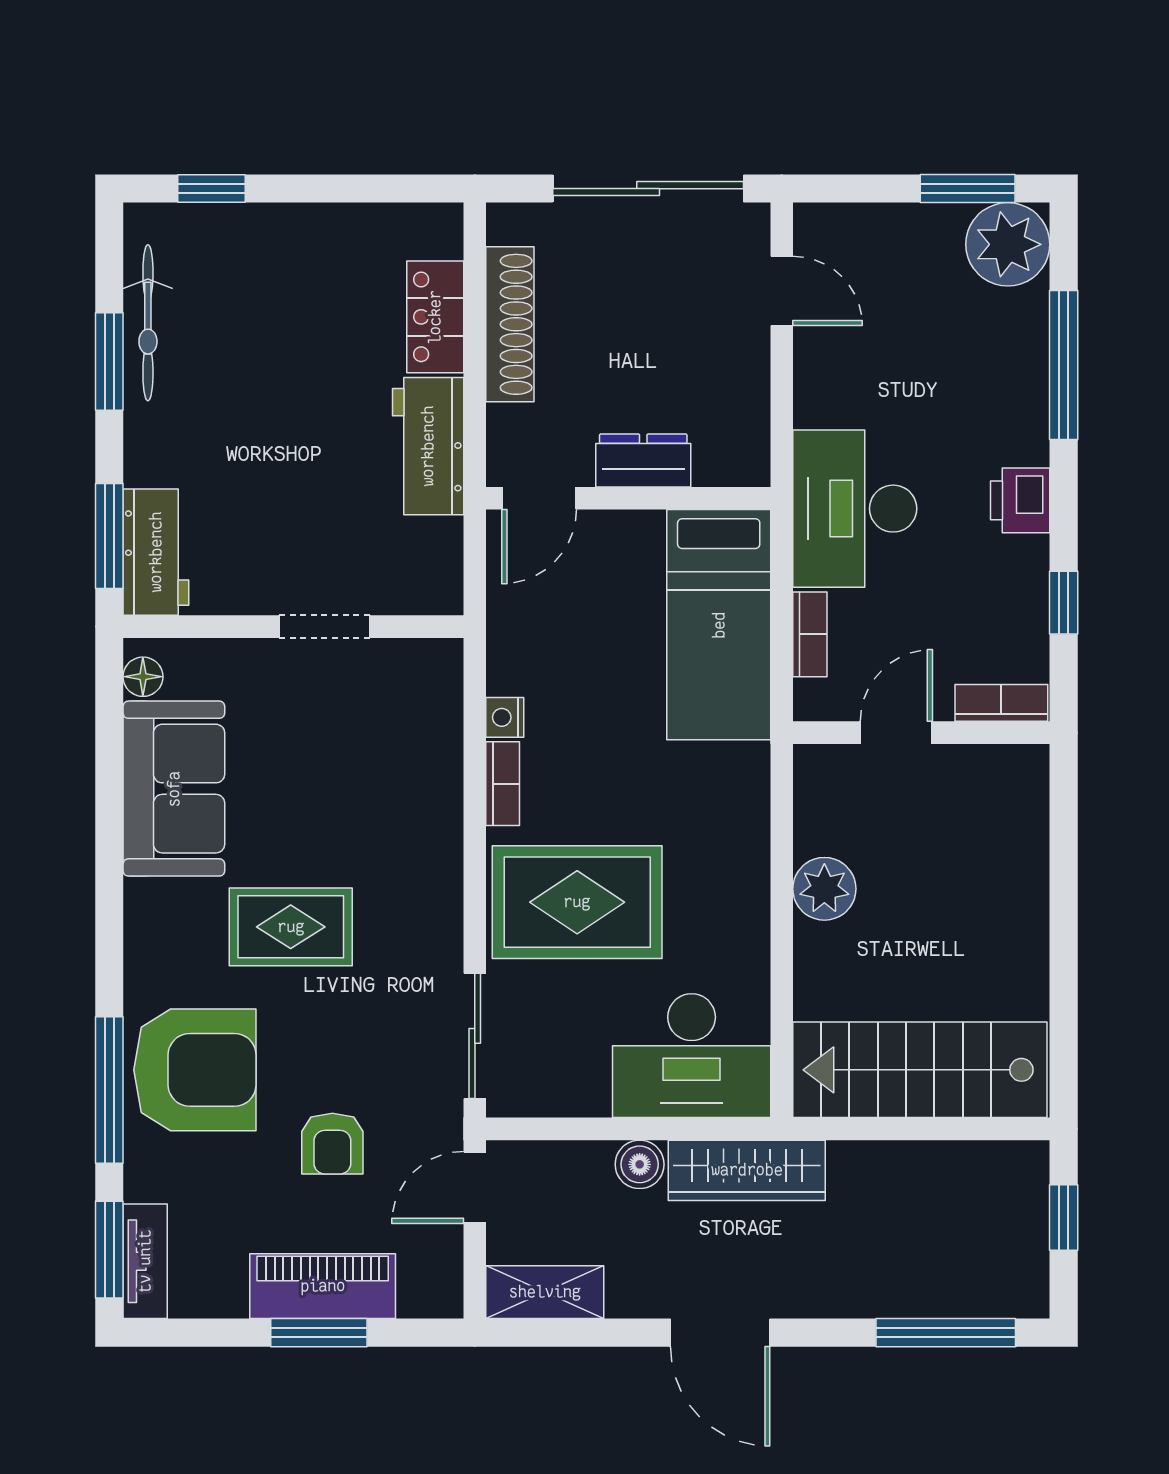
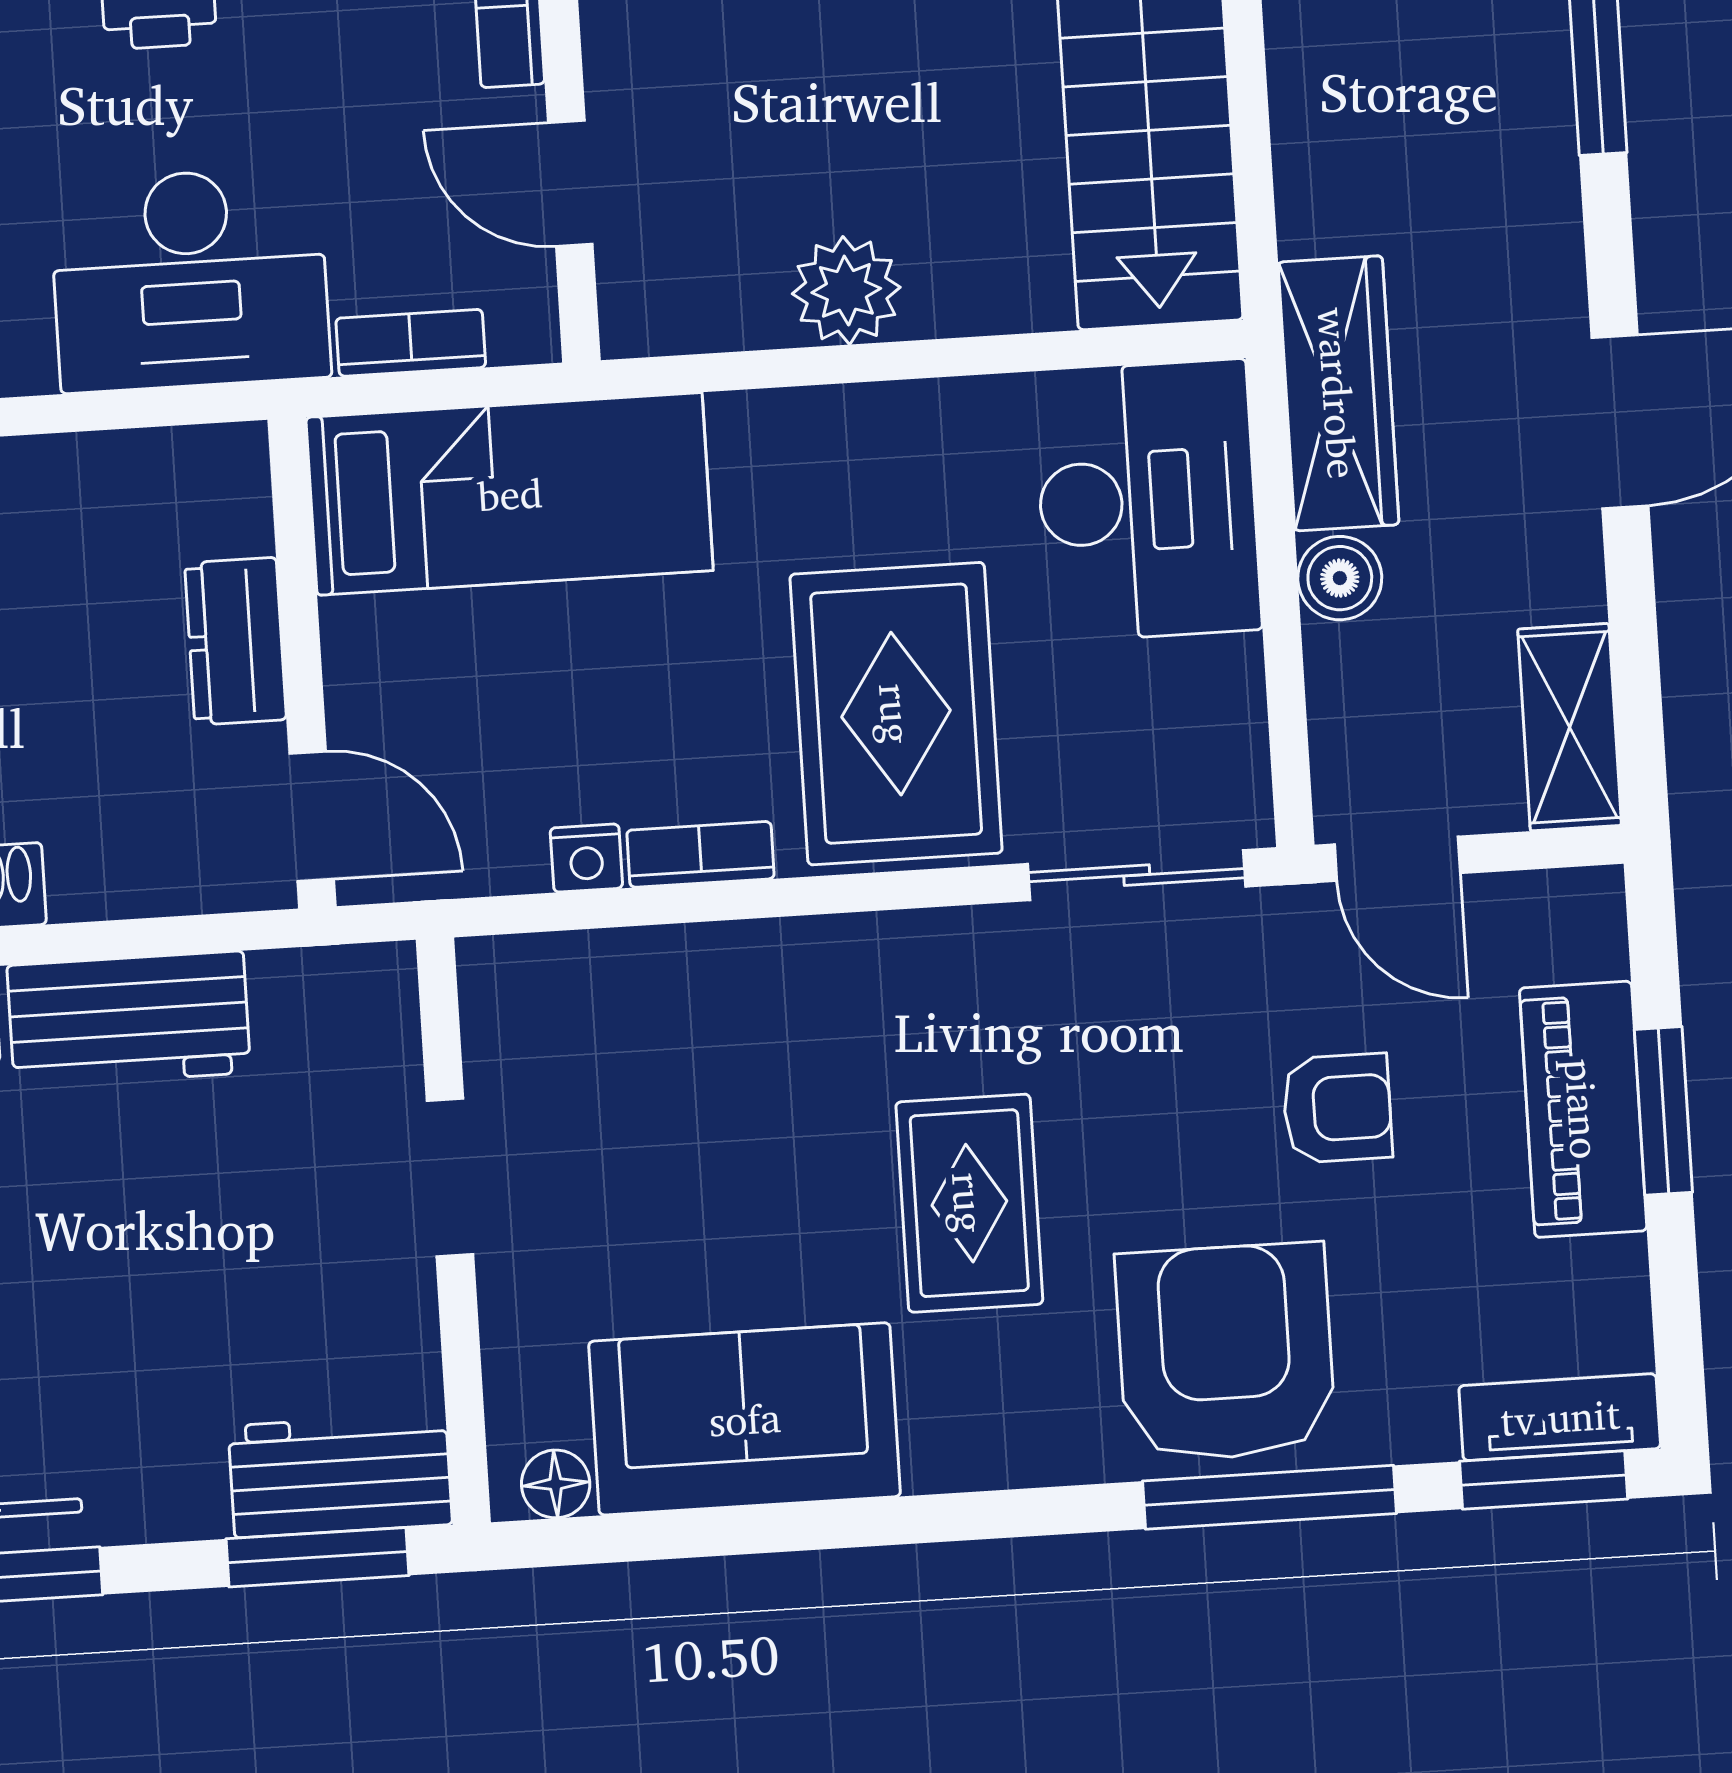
dresser: (643, 460) -> (236, 641), moved
door: (539, 498) -> (312, 816), moved
wall: (628, 498) -> (302, 663), moved
bed: (719, 625) -> (510, 494), moved

